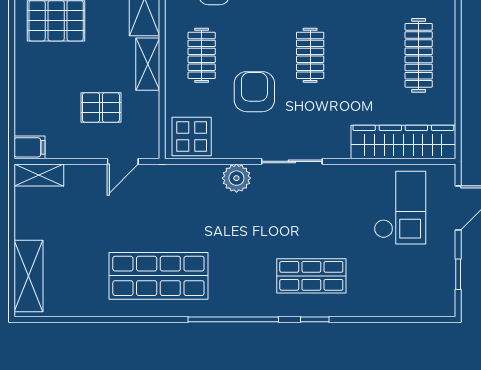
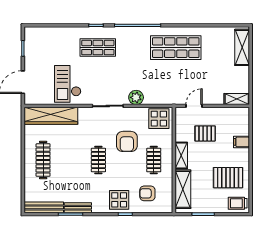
filing cabinet: (30, 147) -> (242, 142), moved
checkout: (400, 208) -> (68, 84), moved

